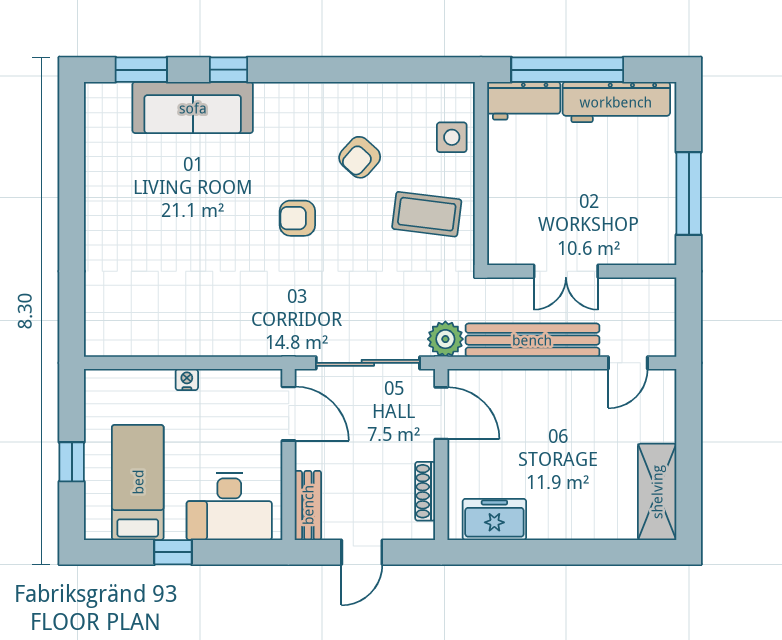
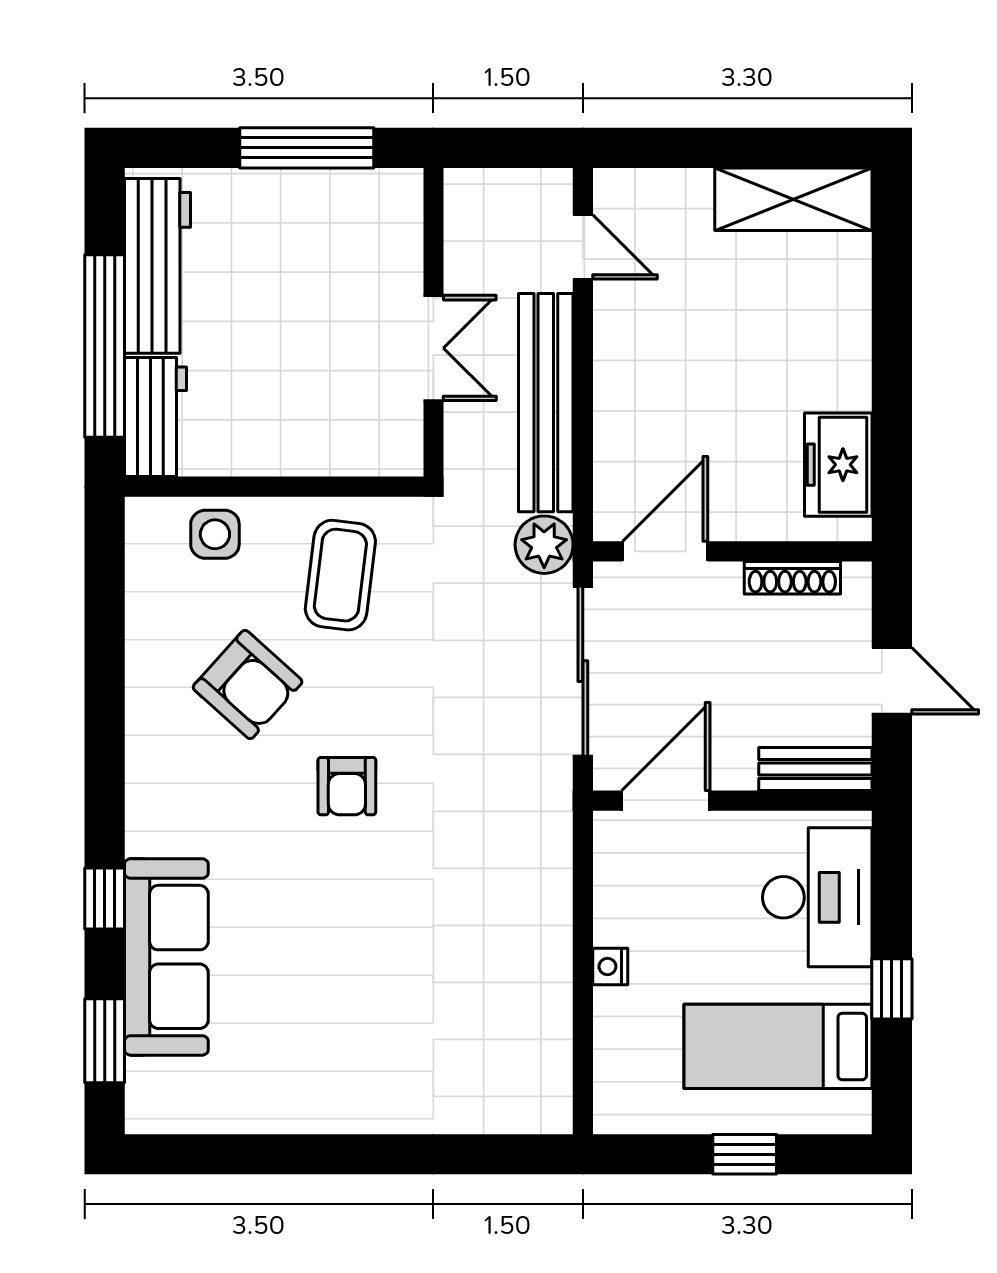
armchair: (360, 157) -> (248, 684), width x1.38, depth x1.38

